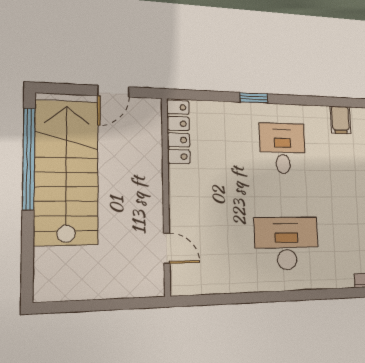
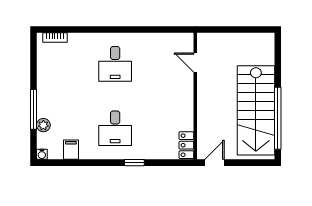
door: (113, 91) -> (214, 163), moved
locker: (178, 132) -> (186, 145), width x0.66
desk: (287, 243) -> (115, 64), width x0.73

